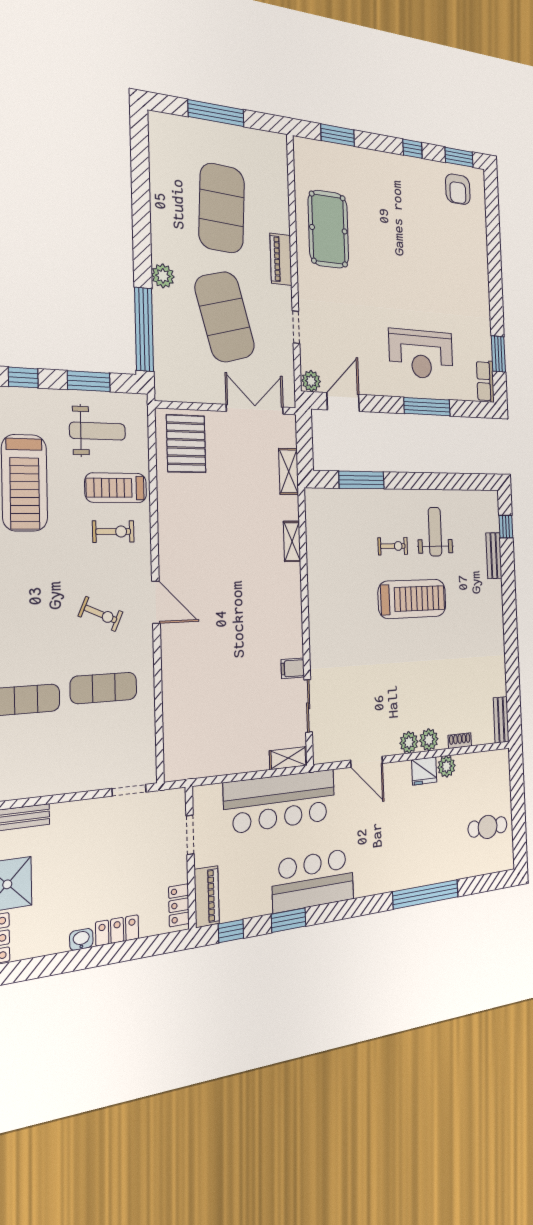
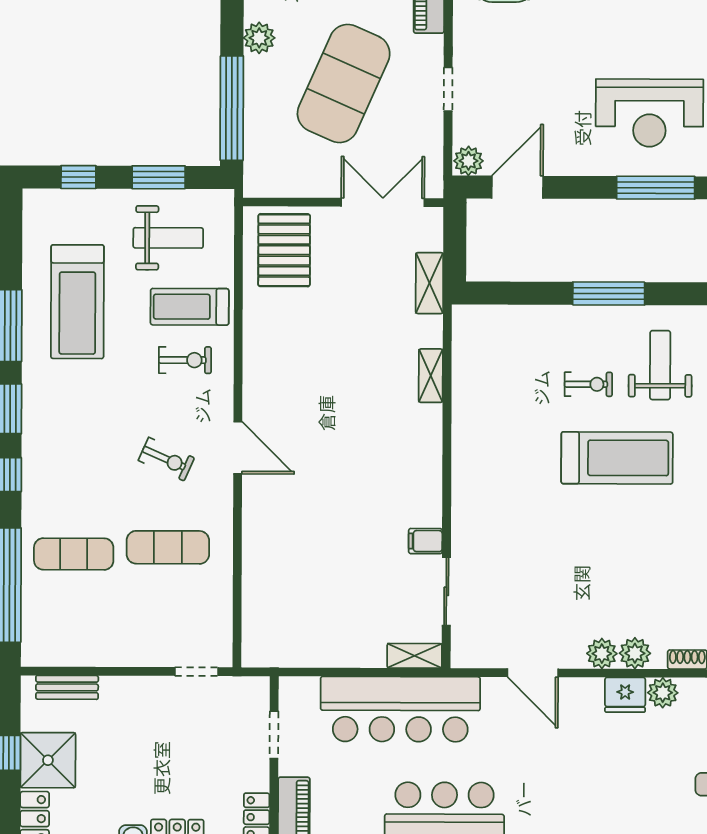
exercise mat: (225, 317) -> (344, 83), turned 39
window: (362, 480) -> (609, 293), moved

